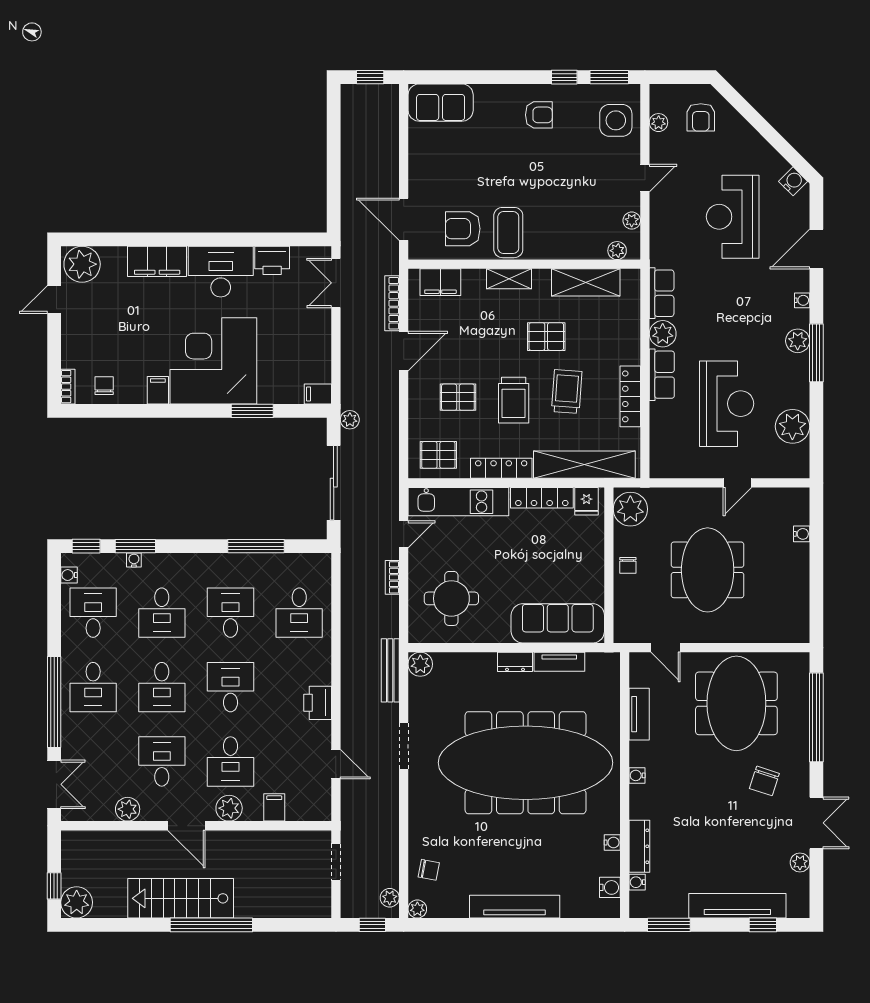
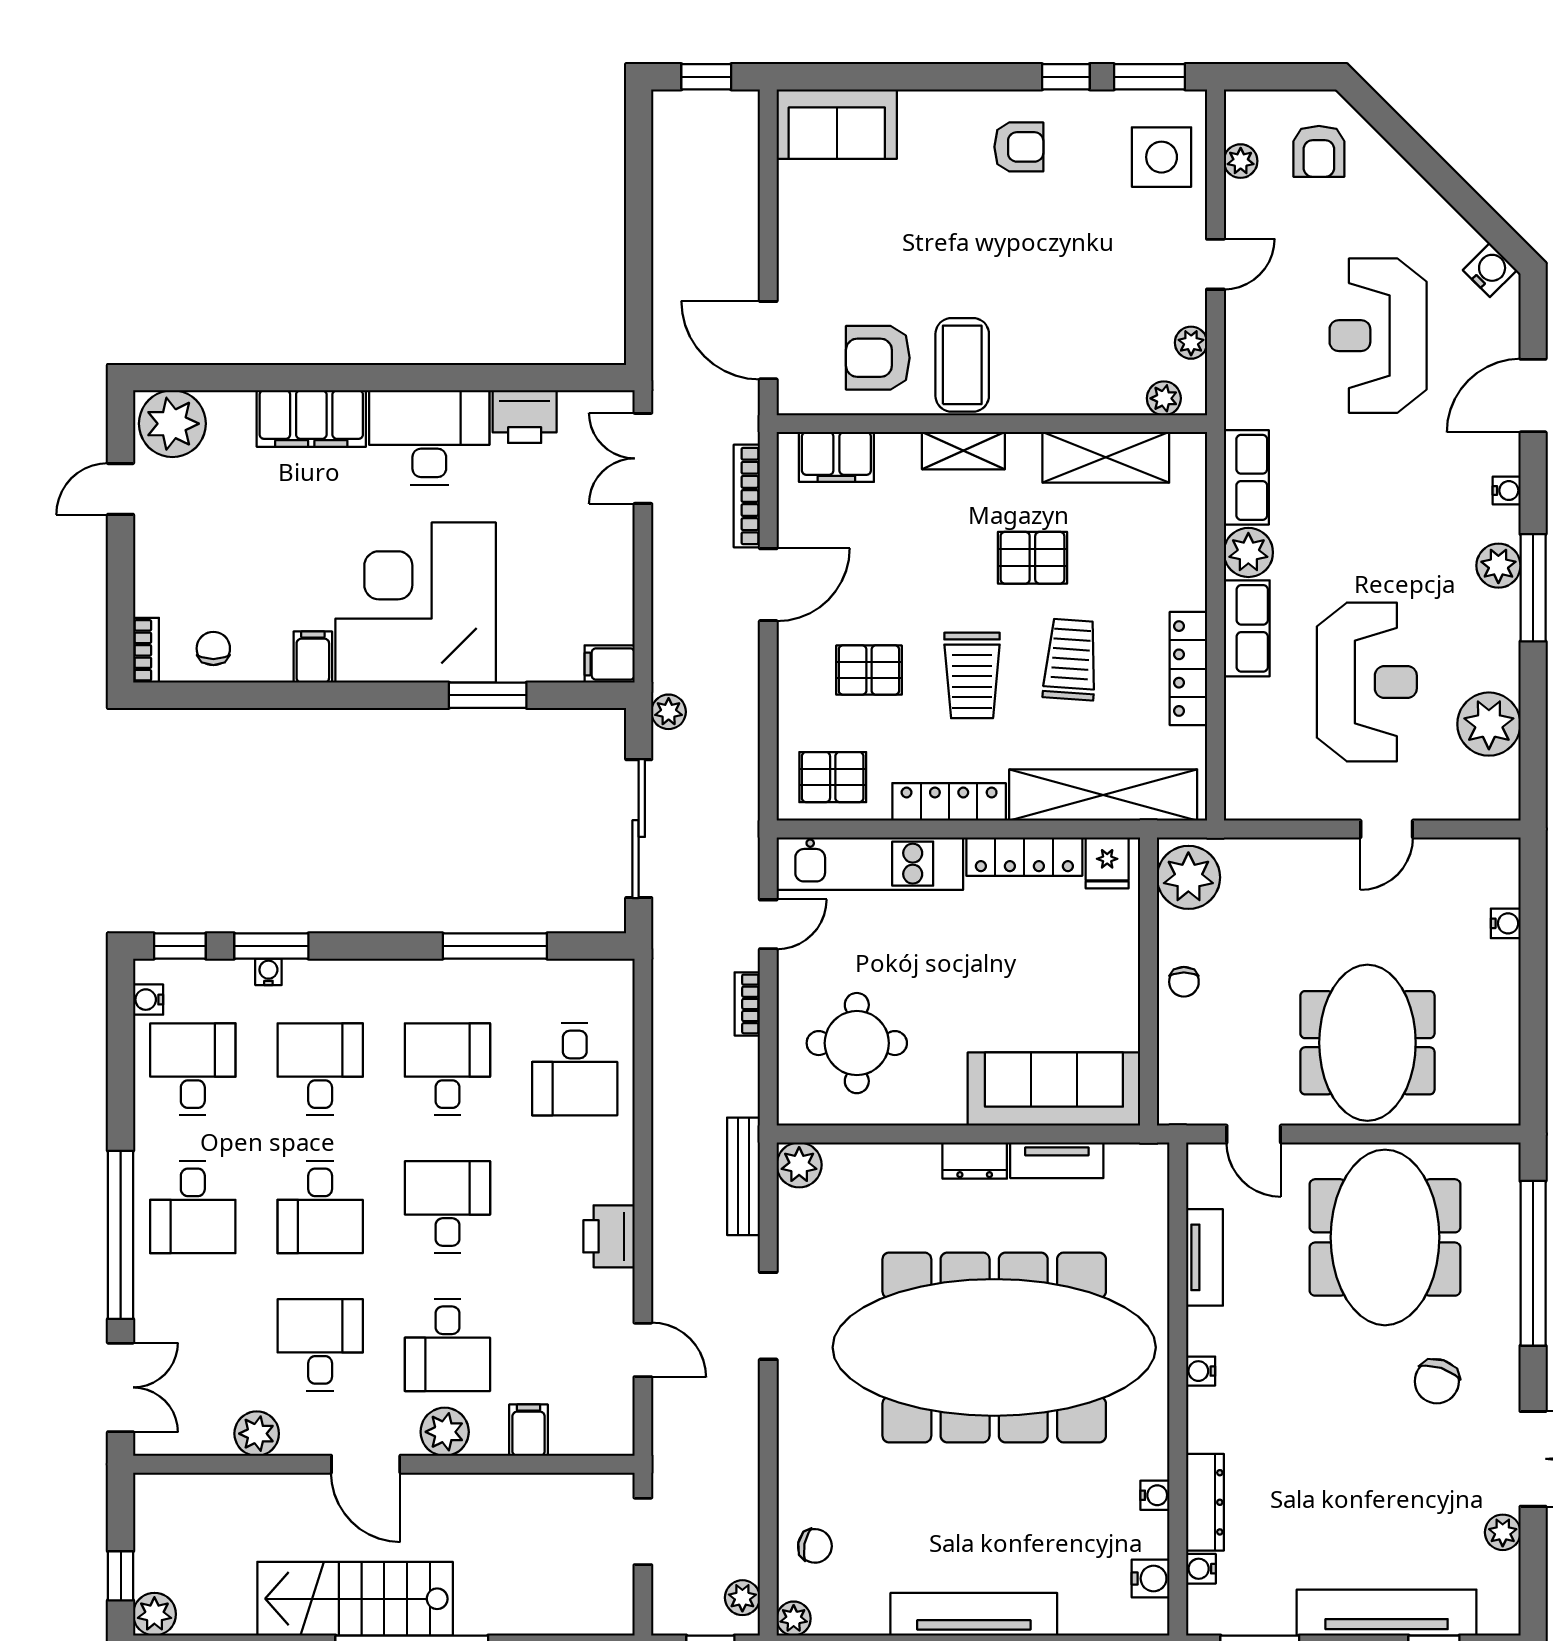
meeting table: (708, 570) -> (1367, 1043), moved
desk: (162, 613) -> (320, 1069), turned 180
plant: (77, 902) -> (154, 1614), width x0.73, depth x0.73

